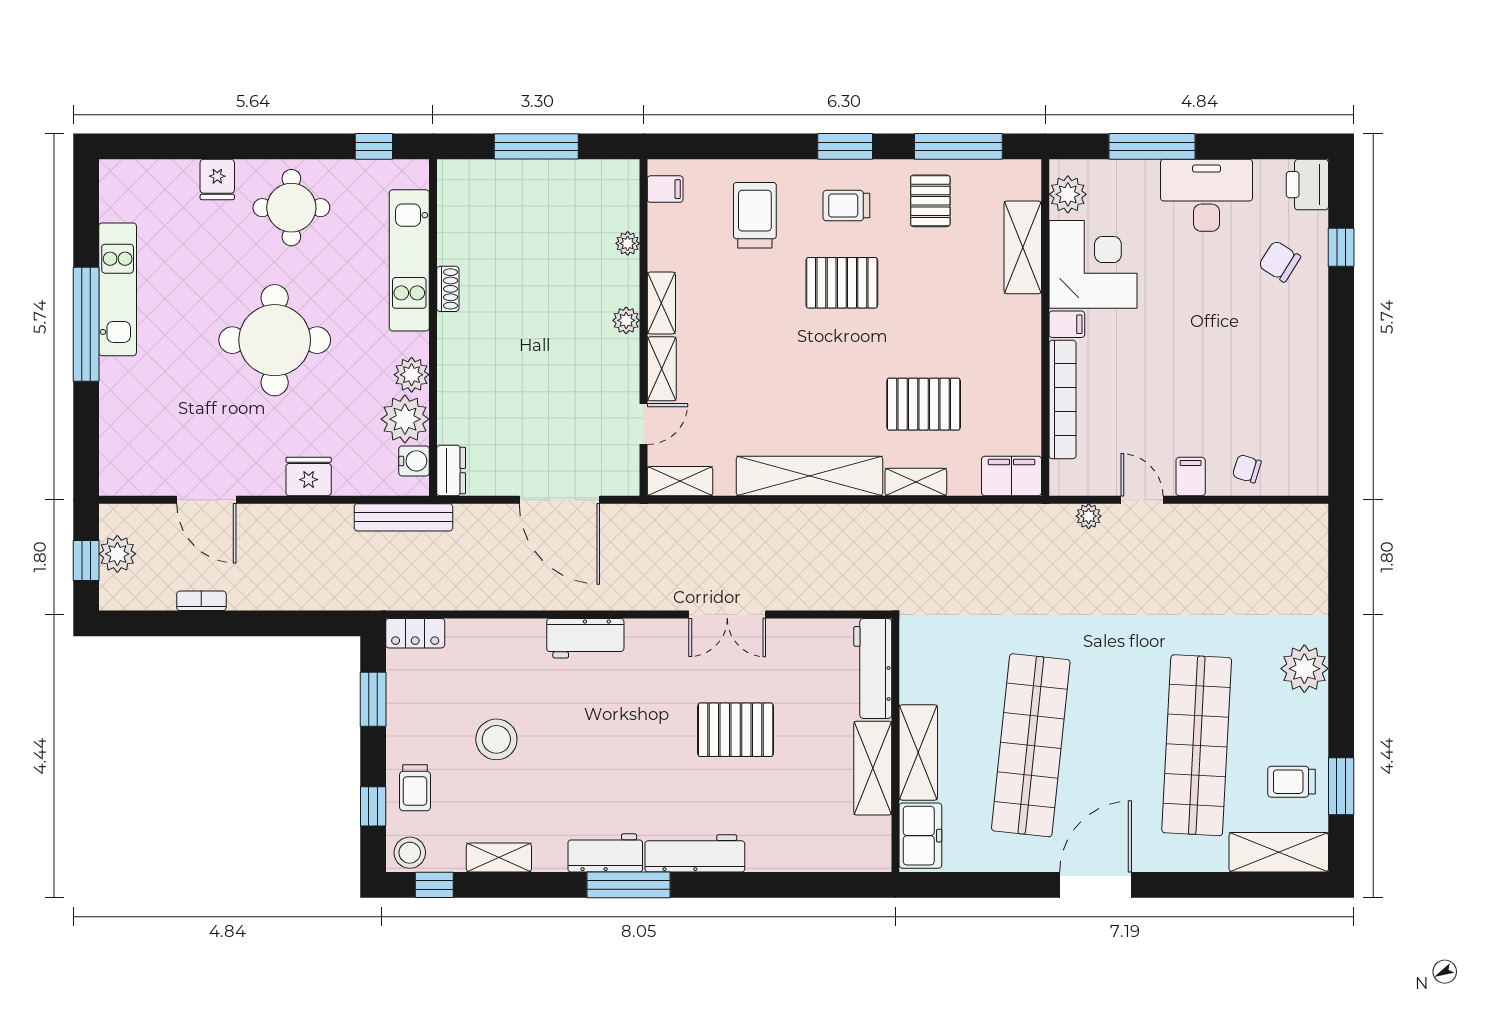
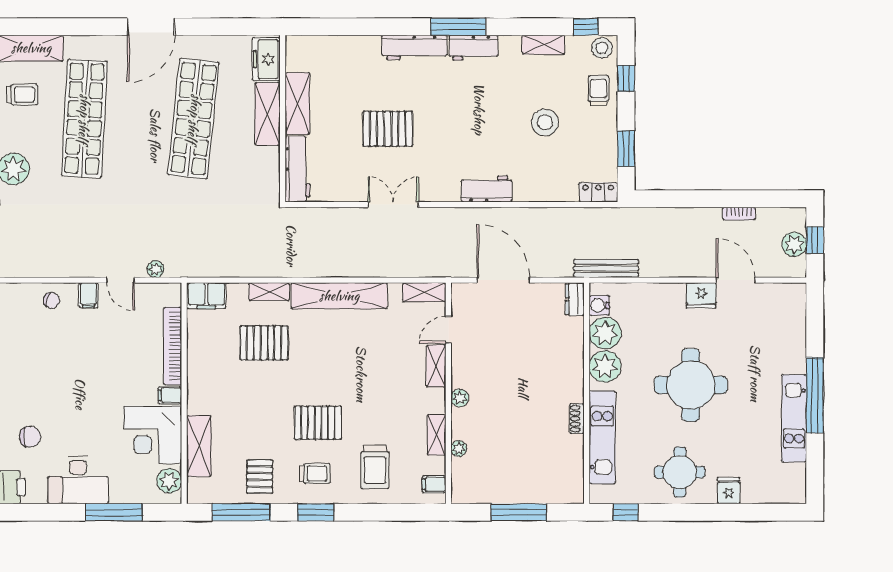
chair: (1280, 261) -> (30, 437), turned -32
shelving: (661, 303) -> (437, 435), moved
plant: (412, 375) -> (605, 366), width x1.36, depth x1.36
fridge: (309, 476) -> (701, 295), moved

